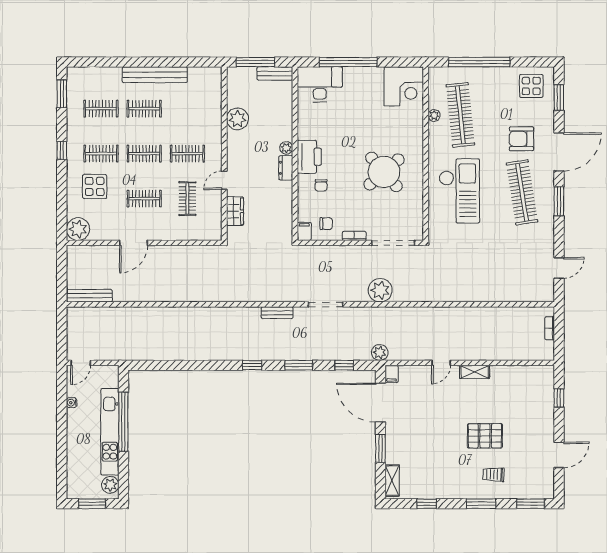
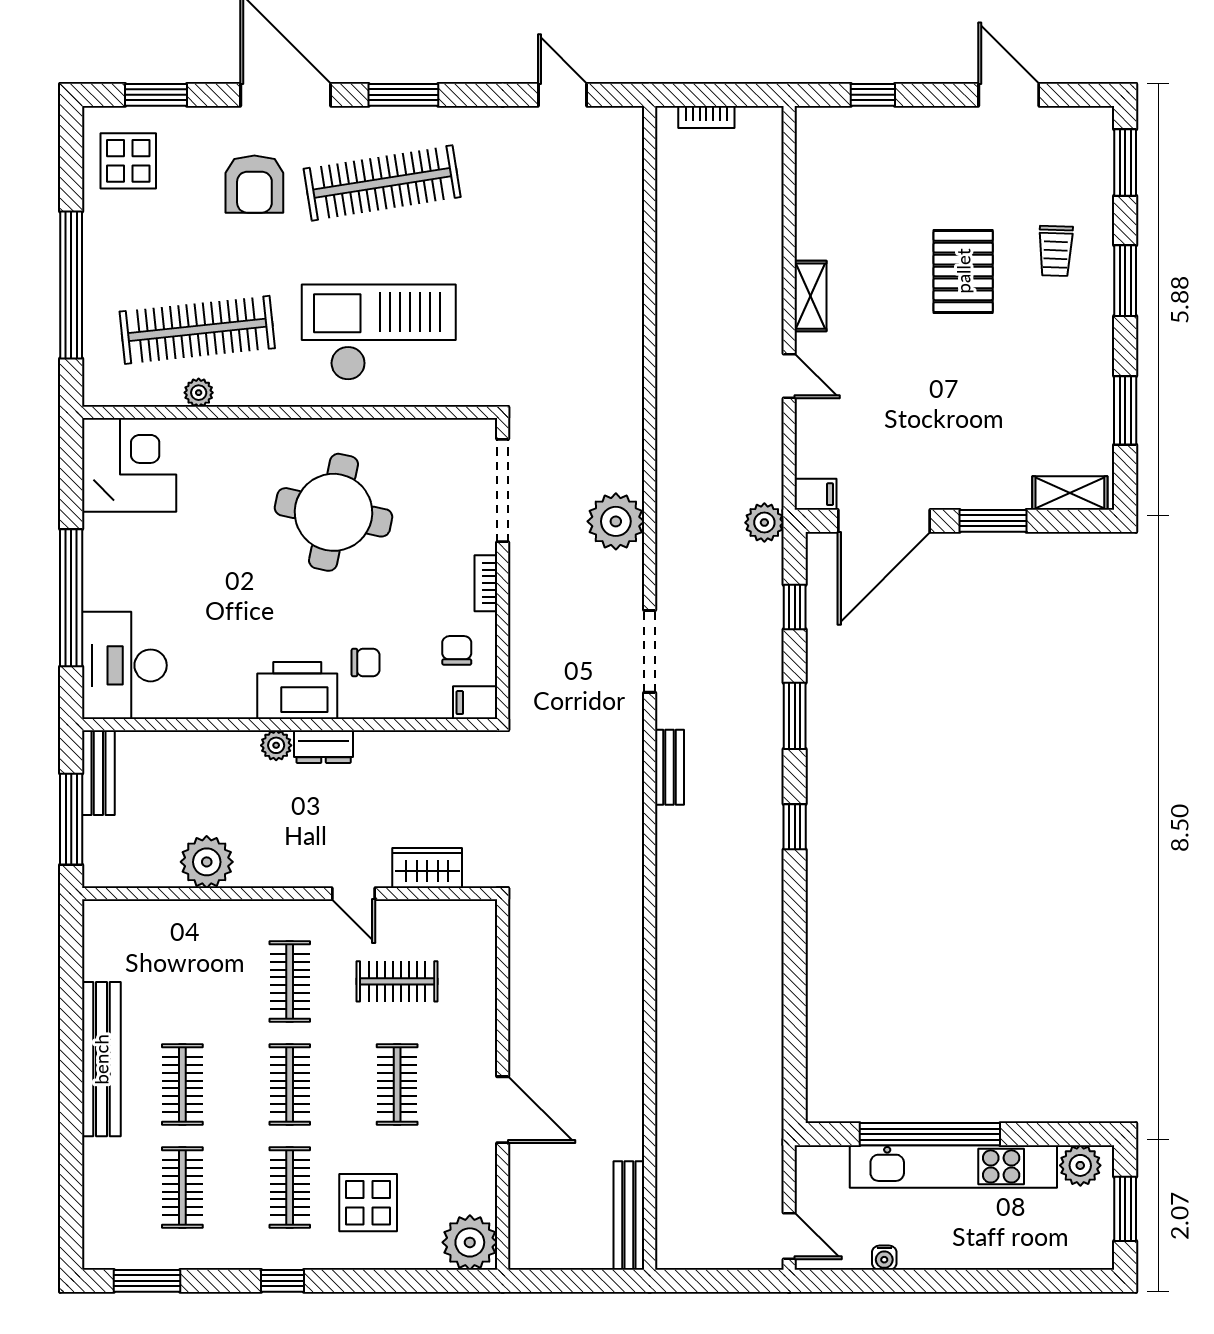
round table: (384, 172) -> (334, 512), turned -37
window: (427, 504) -> (1125, 410), width x1.50

